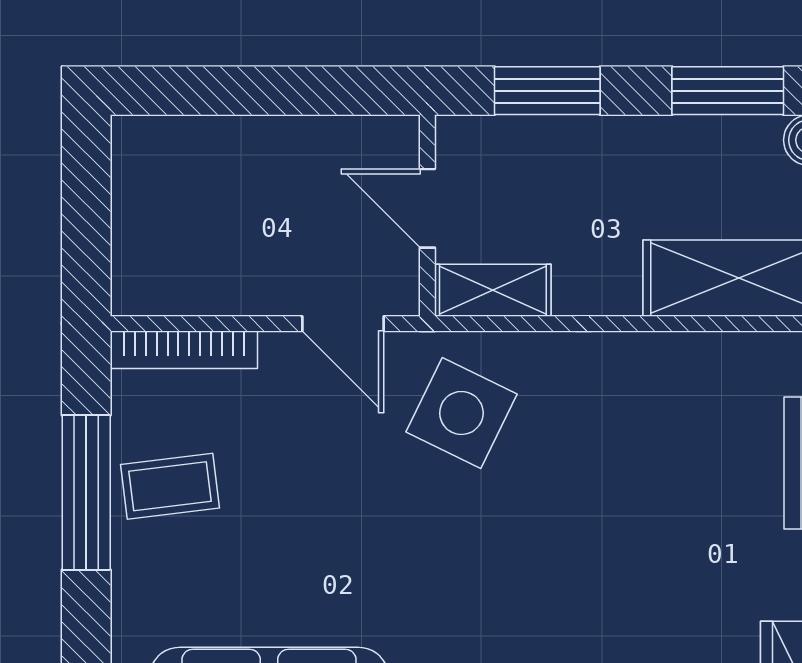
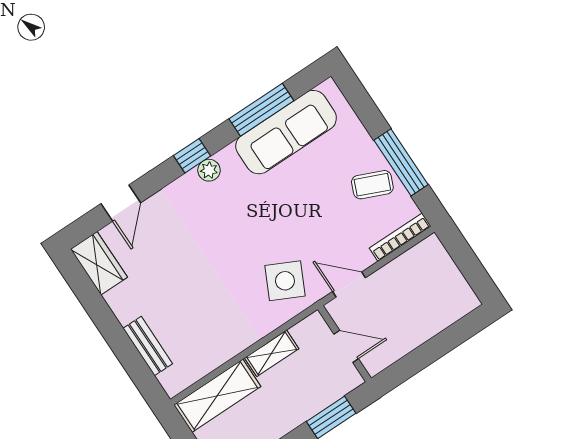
shelving: (493, 290) -> (272, 353), moved
coffee table: (170, 486) -> (372, 185), turned 30

